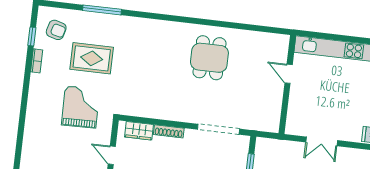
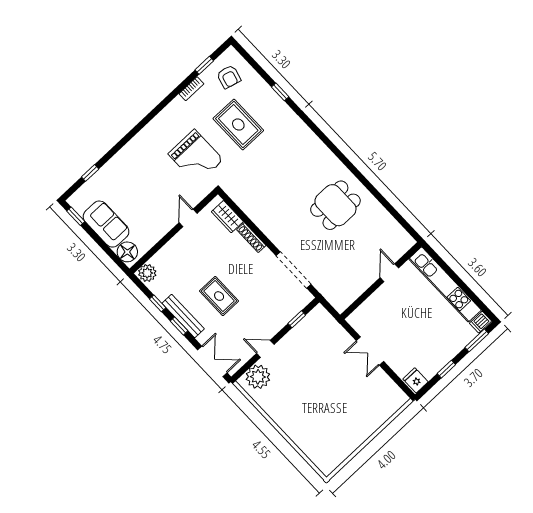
window: (102, 10) -> (280, 92), width x0.46
grand piano: (81, 107) -> (196, 157), turned 91

